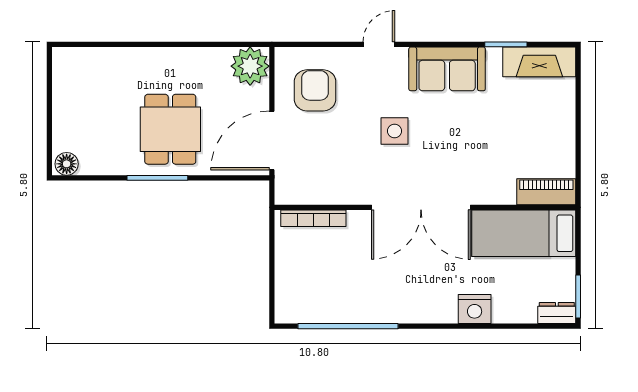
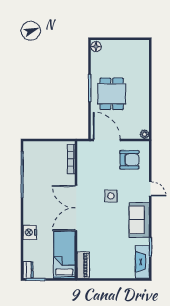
plant: (250, 66) -> (145, 134), width x0.53, depth x0.53
dining table: (170, 129) -> (112, 94), turned 90

